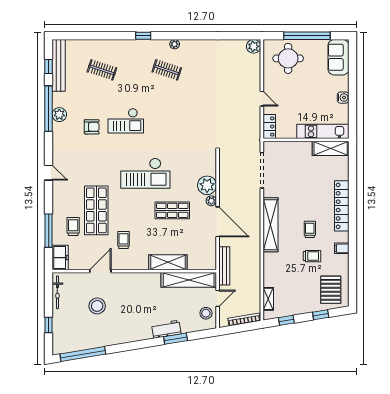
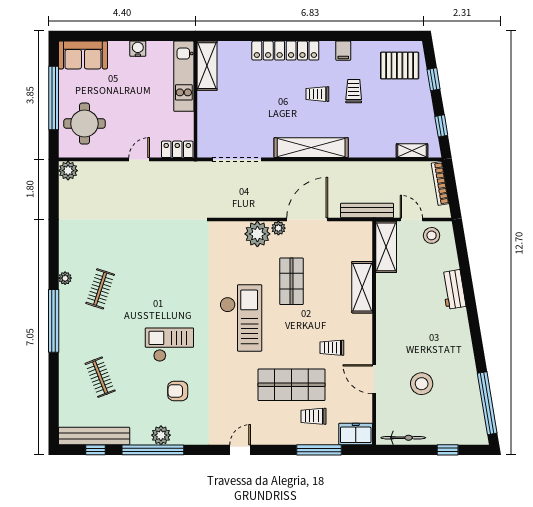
window: (143, 36) -> (54, 321), width x3.17
clothes rail: (102, 70) -> (100, 377), turned -39
checkout: (126, 121) -> (169, 345), turned -90
armchair: (92, 127) -> (178, 391), turned -90
shelving: (189, 280) -> (386, 247), width x0.68
window: (176, 339) -> (466, 277), removed

